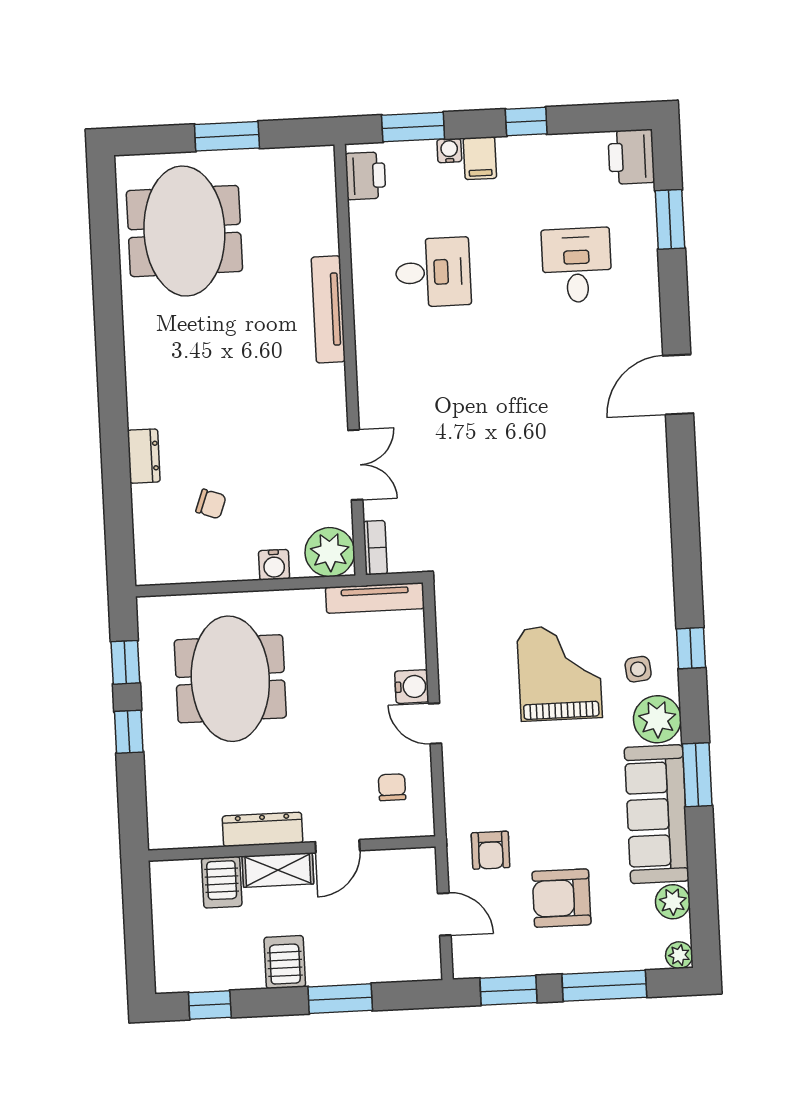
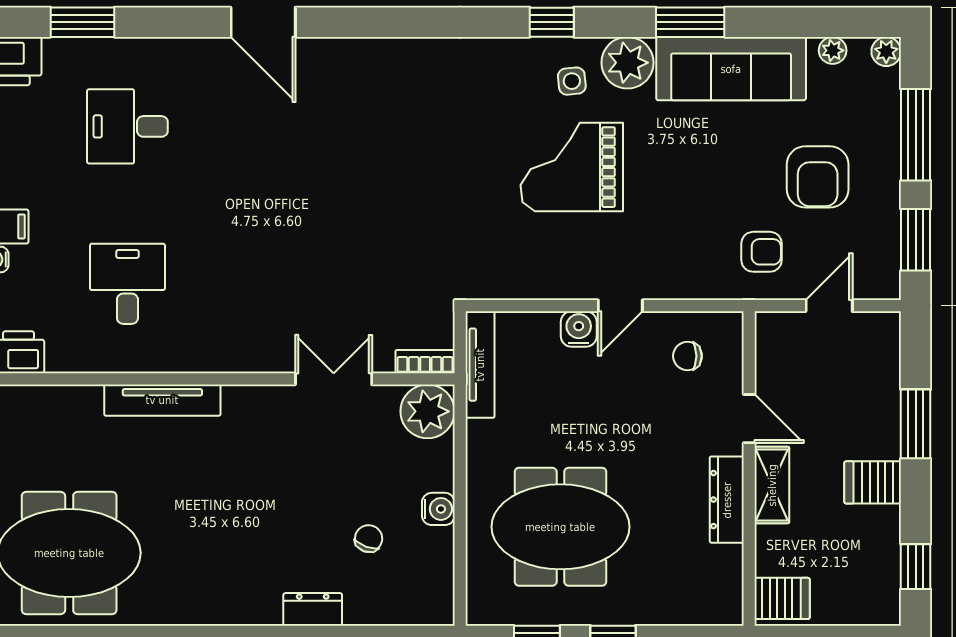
water cooler: (274, 565) -> (438, 509), moved
server rack: (222, 882) -> (782, 598), moved
plant: (673, 902) -> (833, 50), width x0.73, depth x0.73

